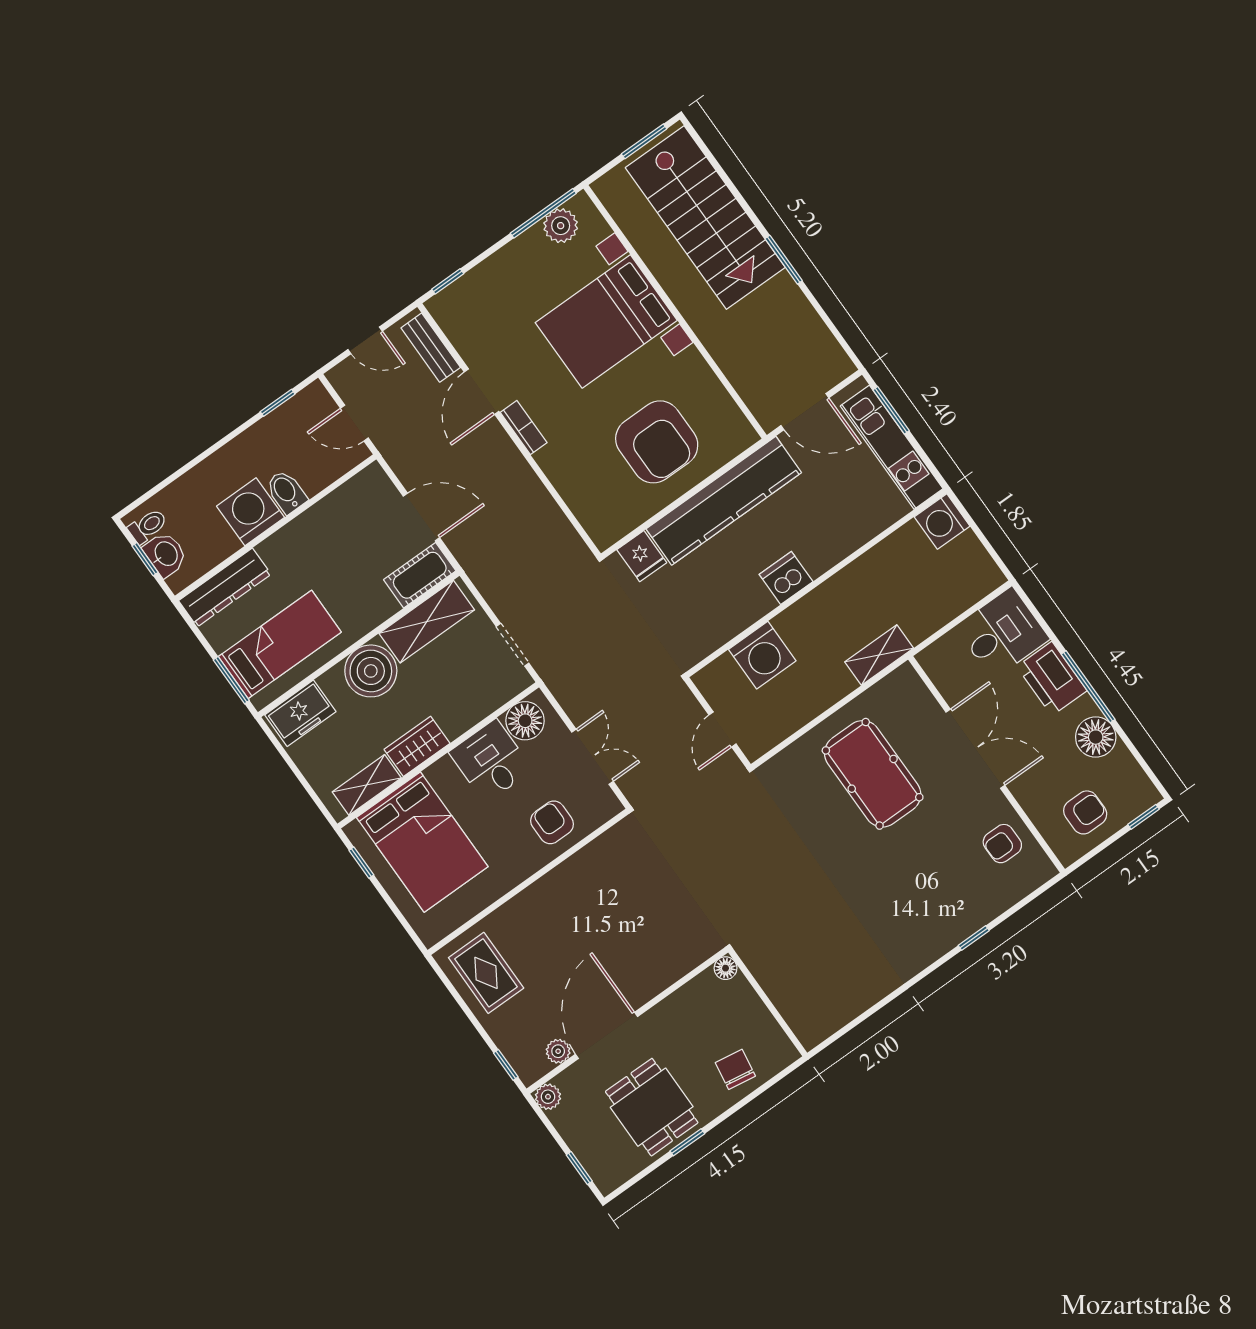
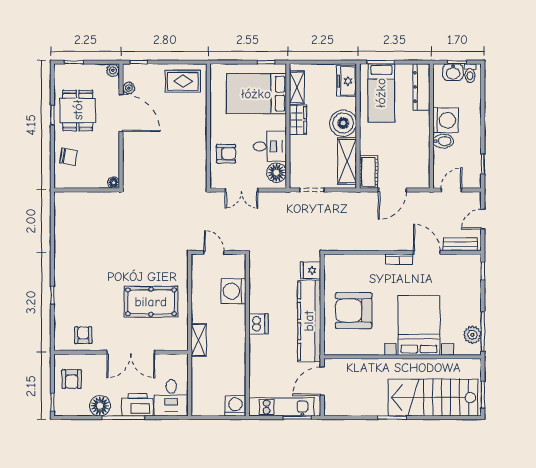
dining table: (652, 1107) -> (78, 110), turned 90

